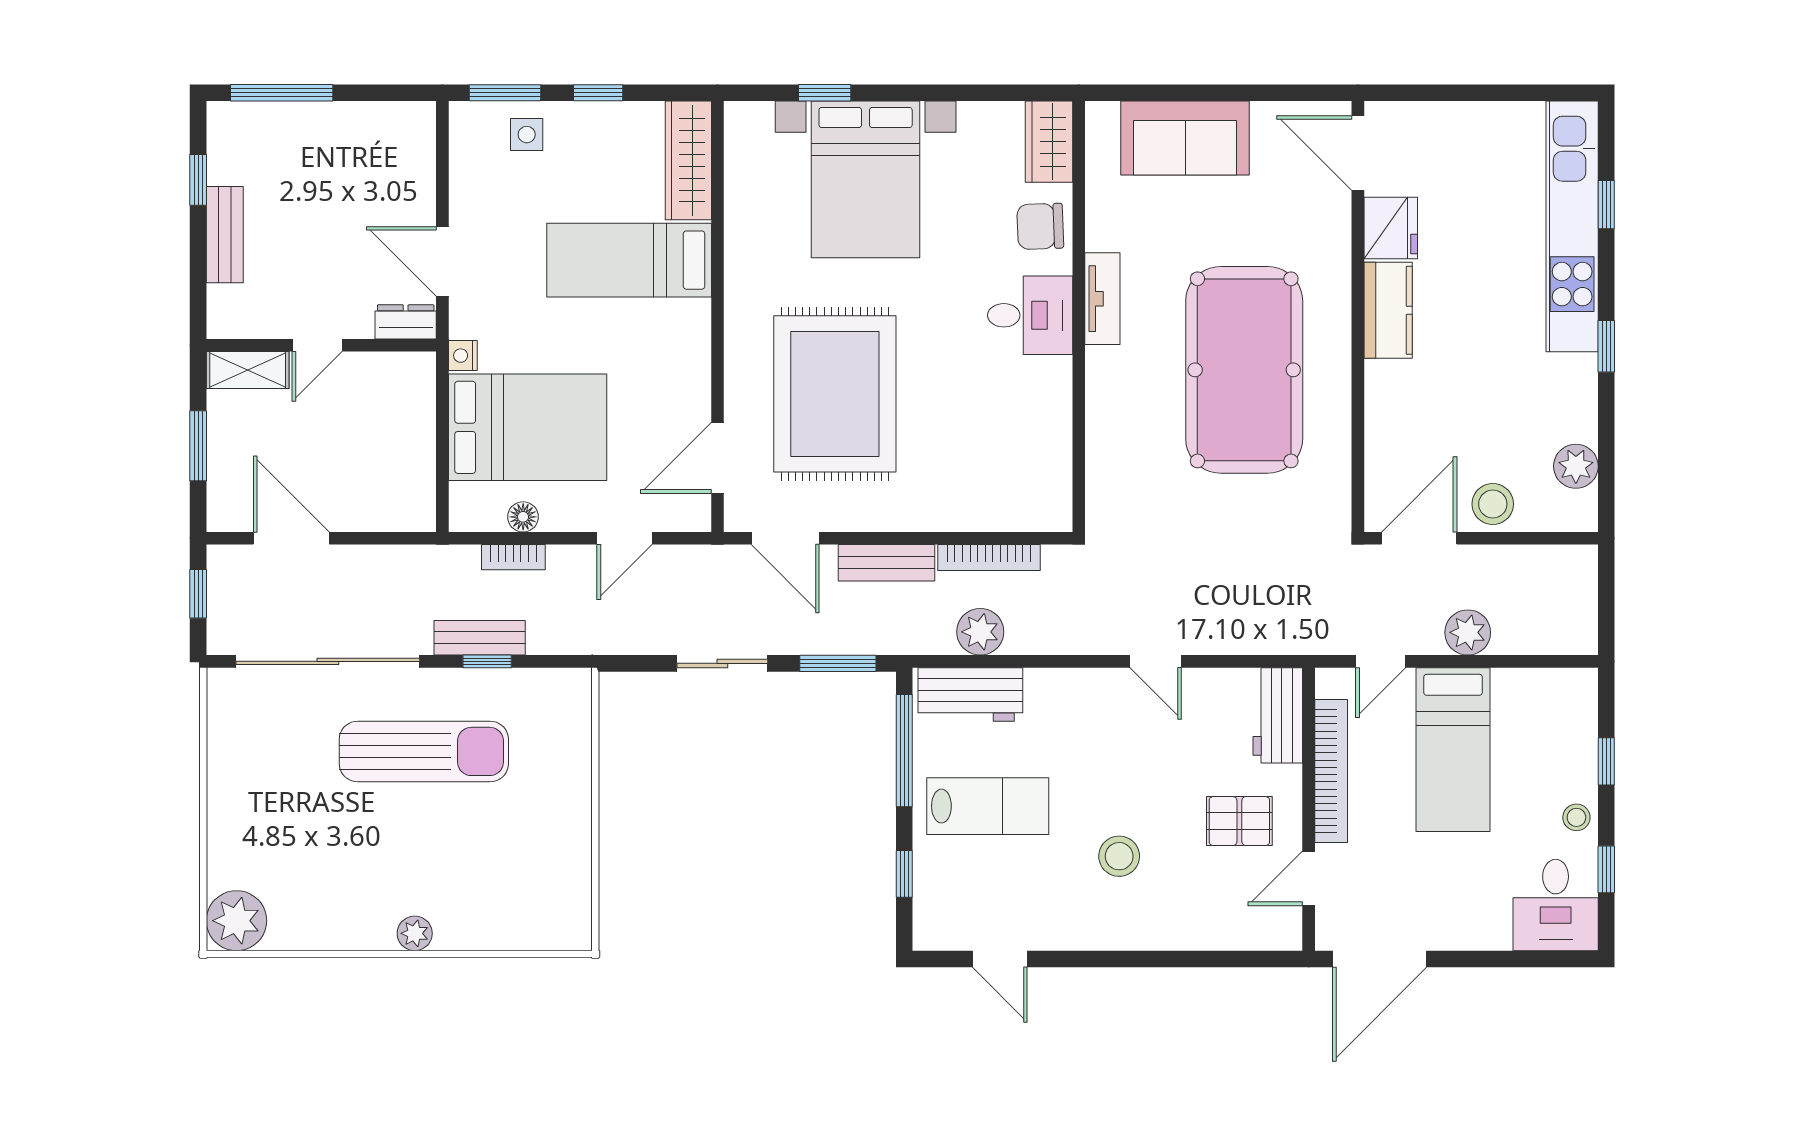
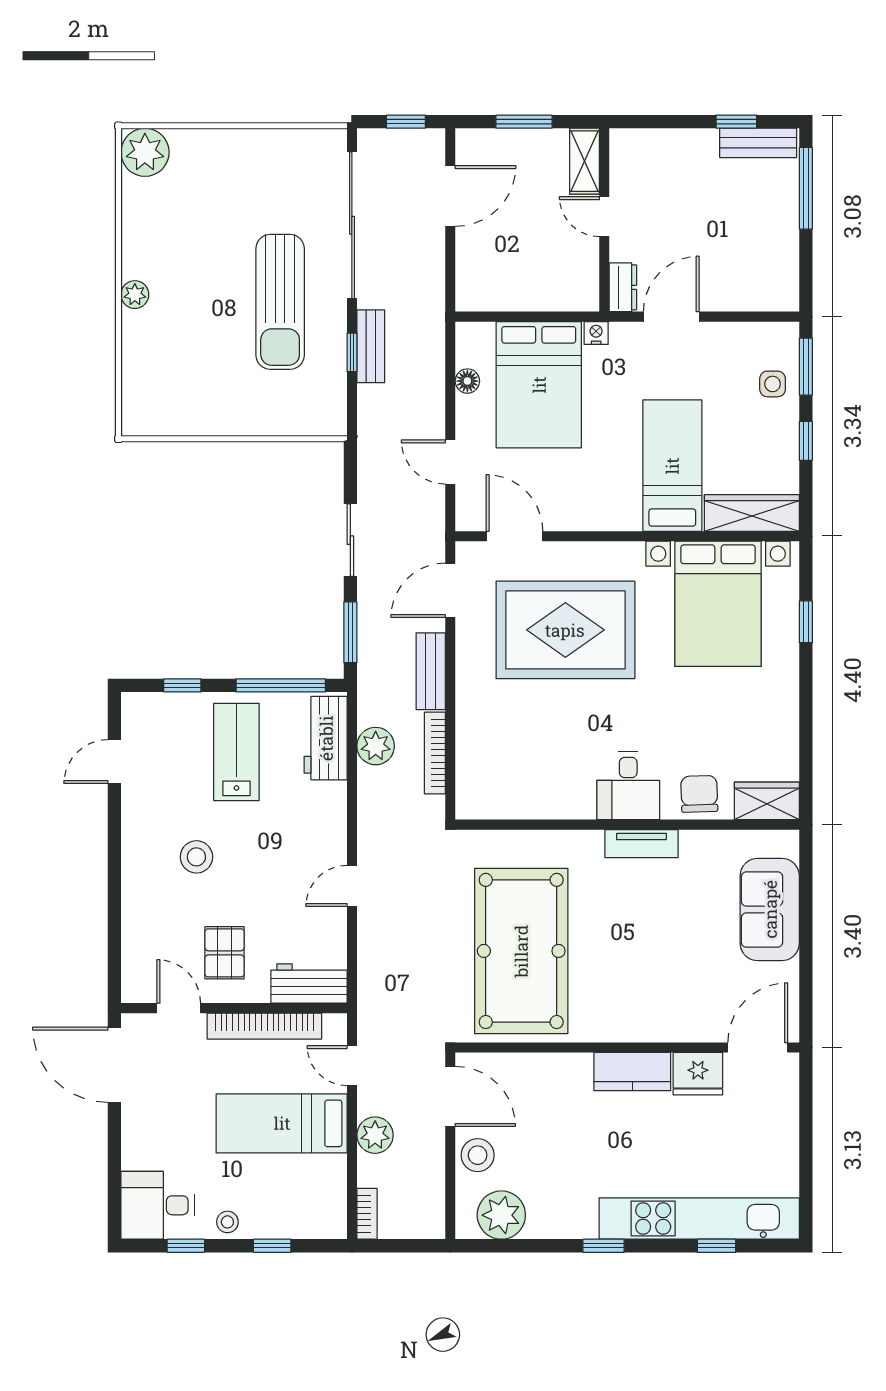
bed with nightstands: (866, 179) -> (718, 604), moved, turned -90
bench: (225, 235) -> (758, 143), moved
pool table: (1244, 370) -> (521, 951), moved, turned 90
plant: (1576, 466) -> (501, 1215), width x1.36, depth x1.36
bookcase: (513, 557) -> (367, 1214), moved, turned 180
lab bench: (988, 806) -> (236, 752), turned 180

